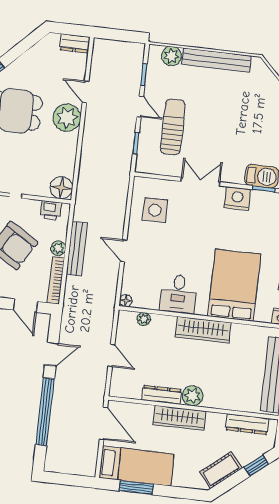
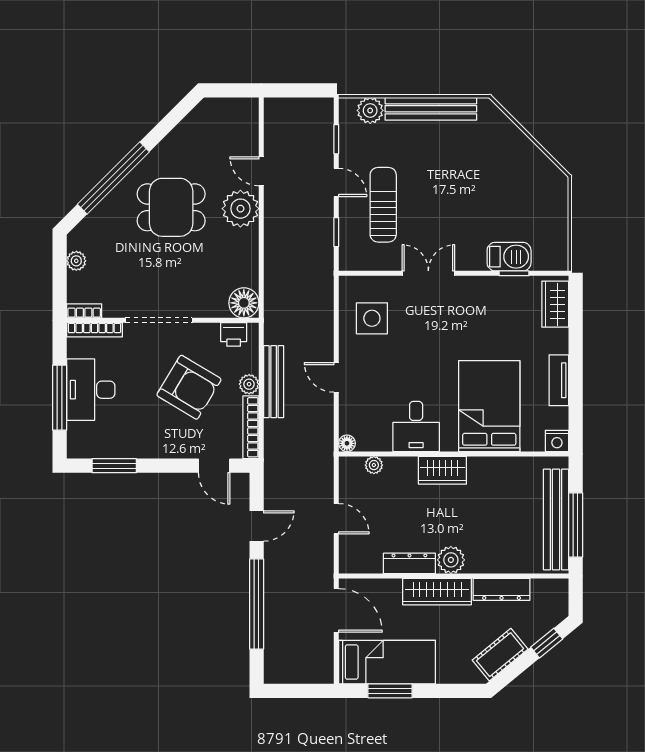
dresser: (75, 43) -> (240, 108), removed
nightstand: (237, 199) -> (480, 290), removed
wardrobe: (203, 330) -> (442, 470), width x0.67
dresser: (247, 424) -> (502, 589), moved

